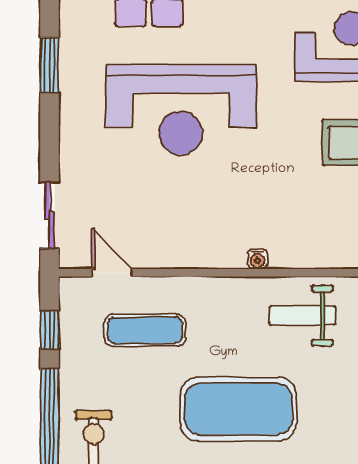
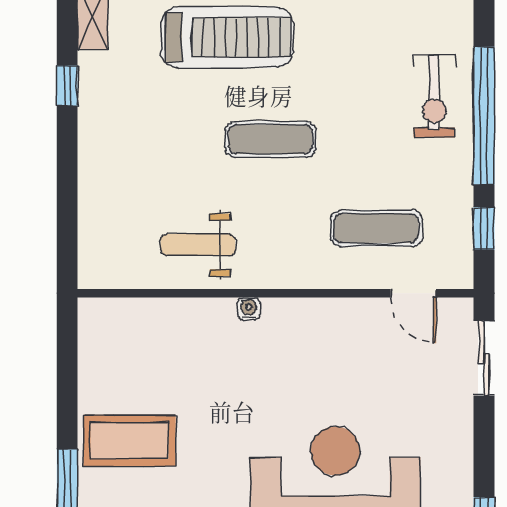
weight bench: (303, 316) -> (198, 245), turned 180
exercise mat: (238, 409) -> (271, 139), width x0.50, depth x0.69

